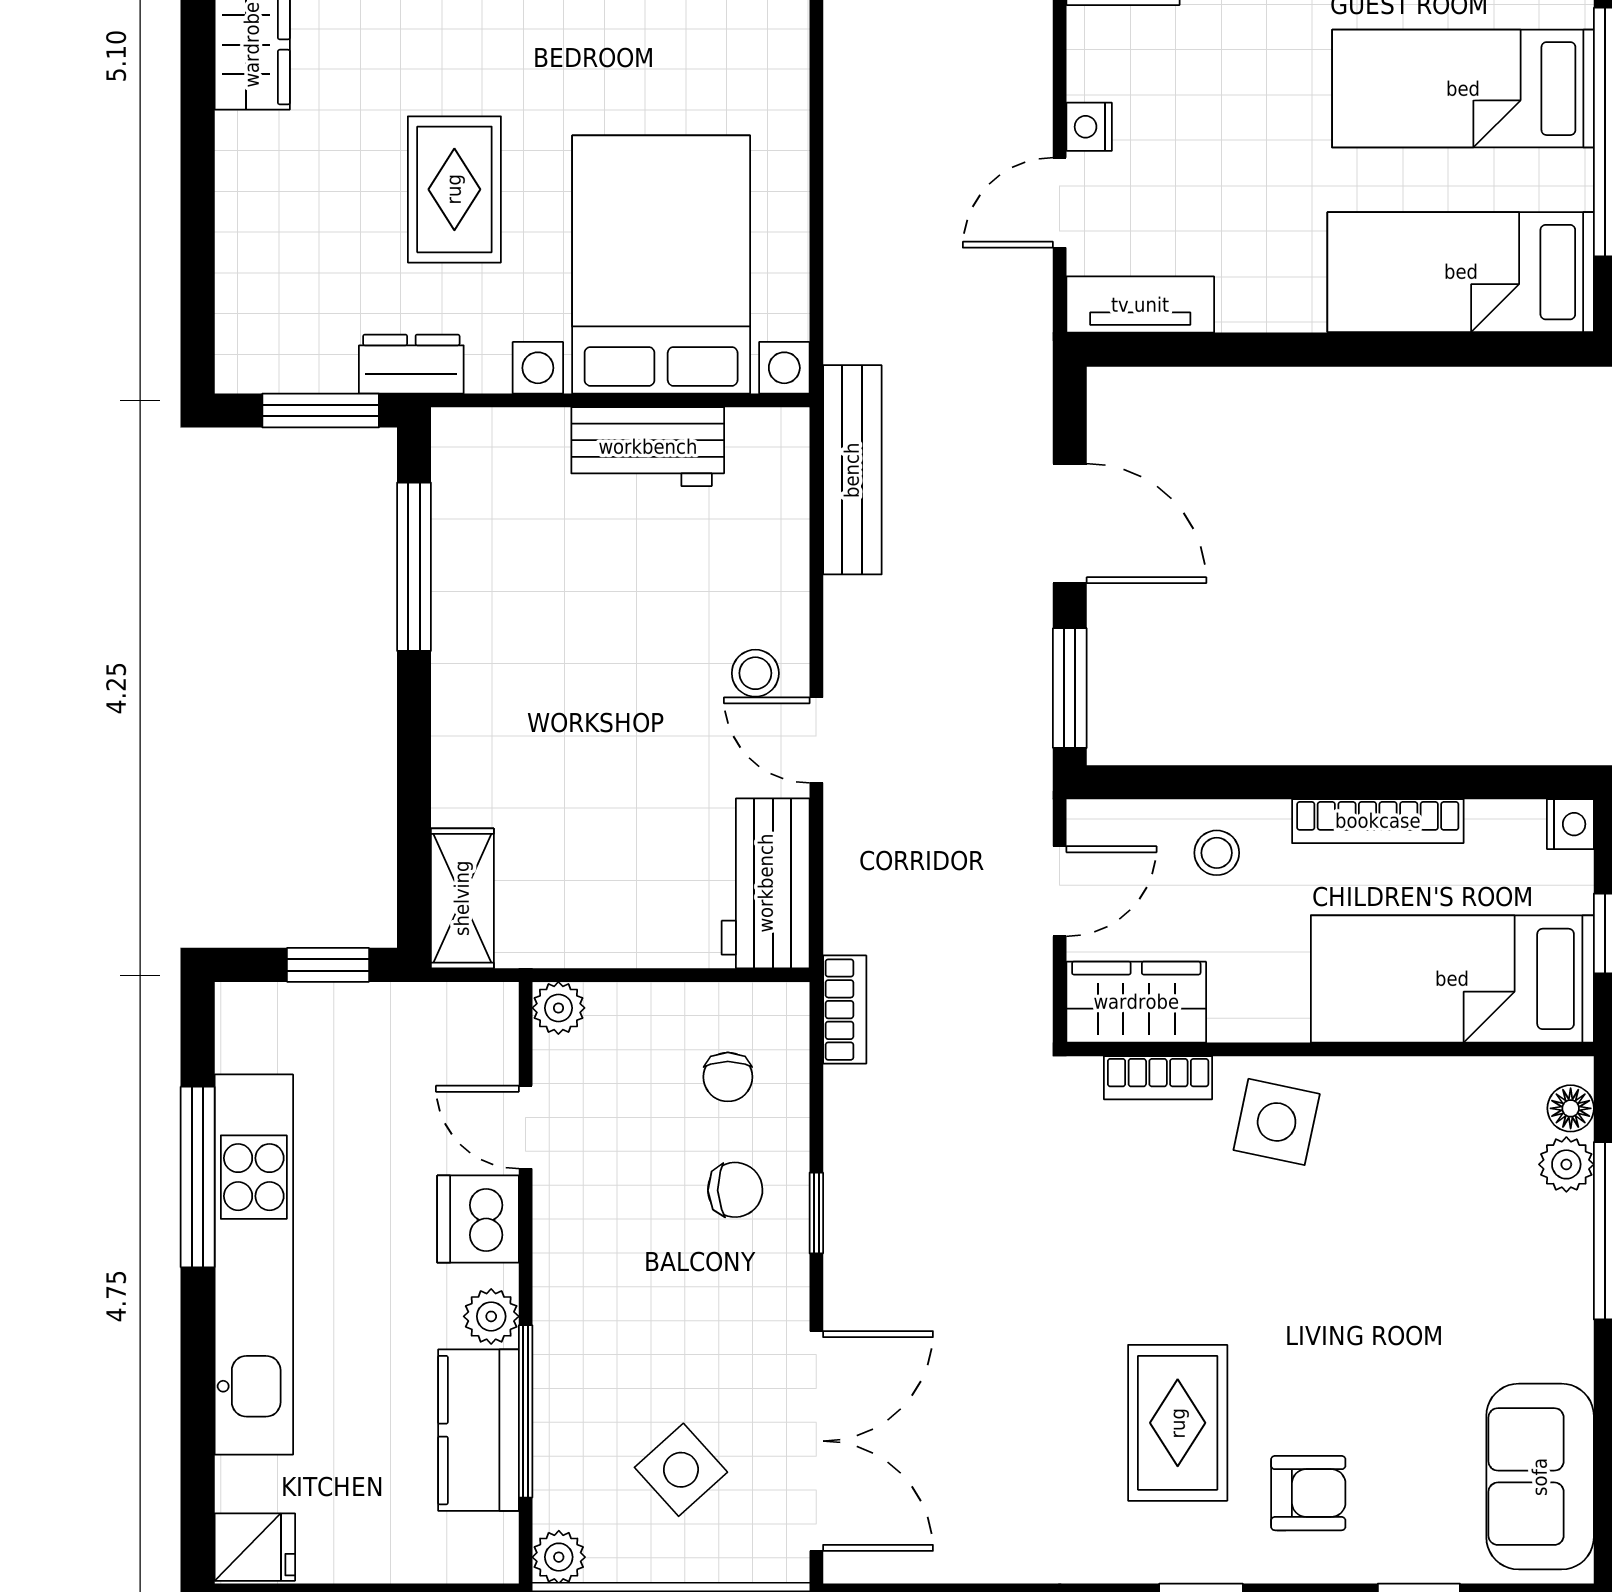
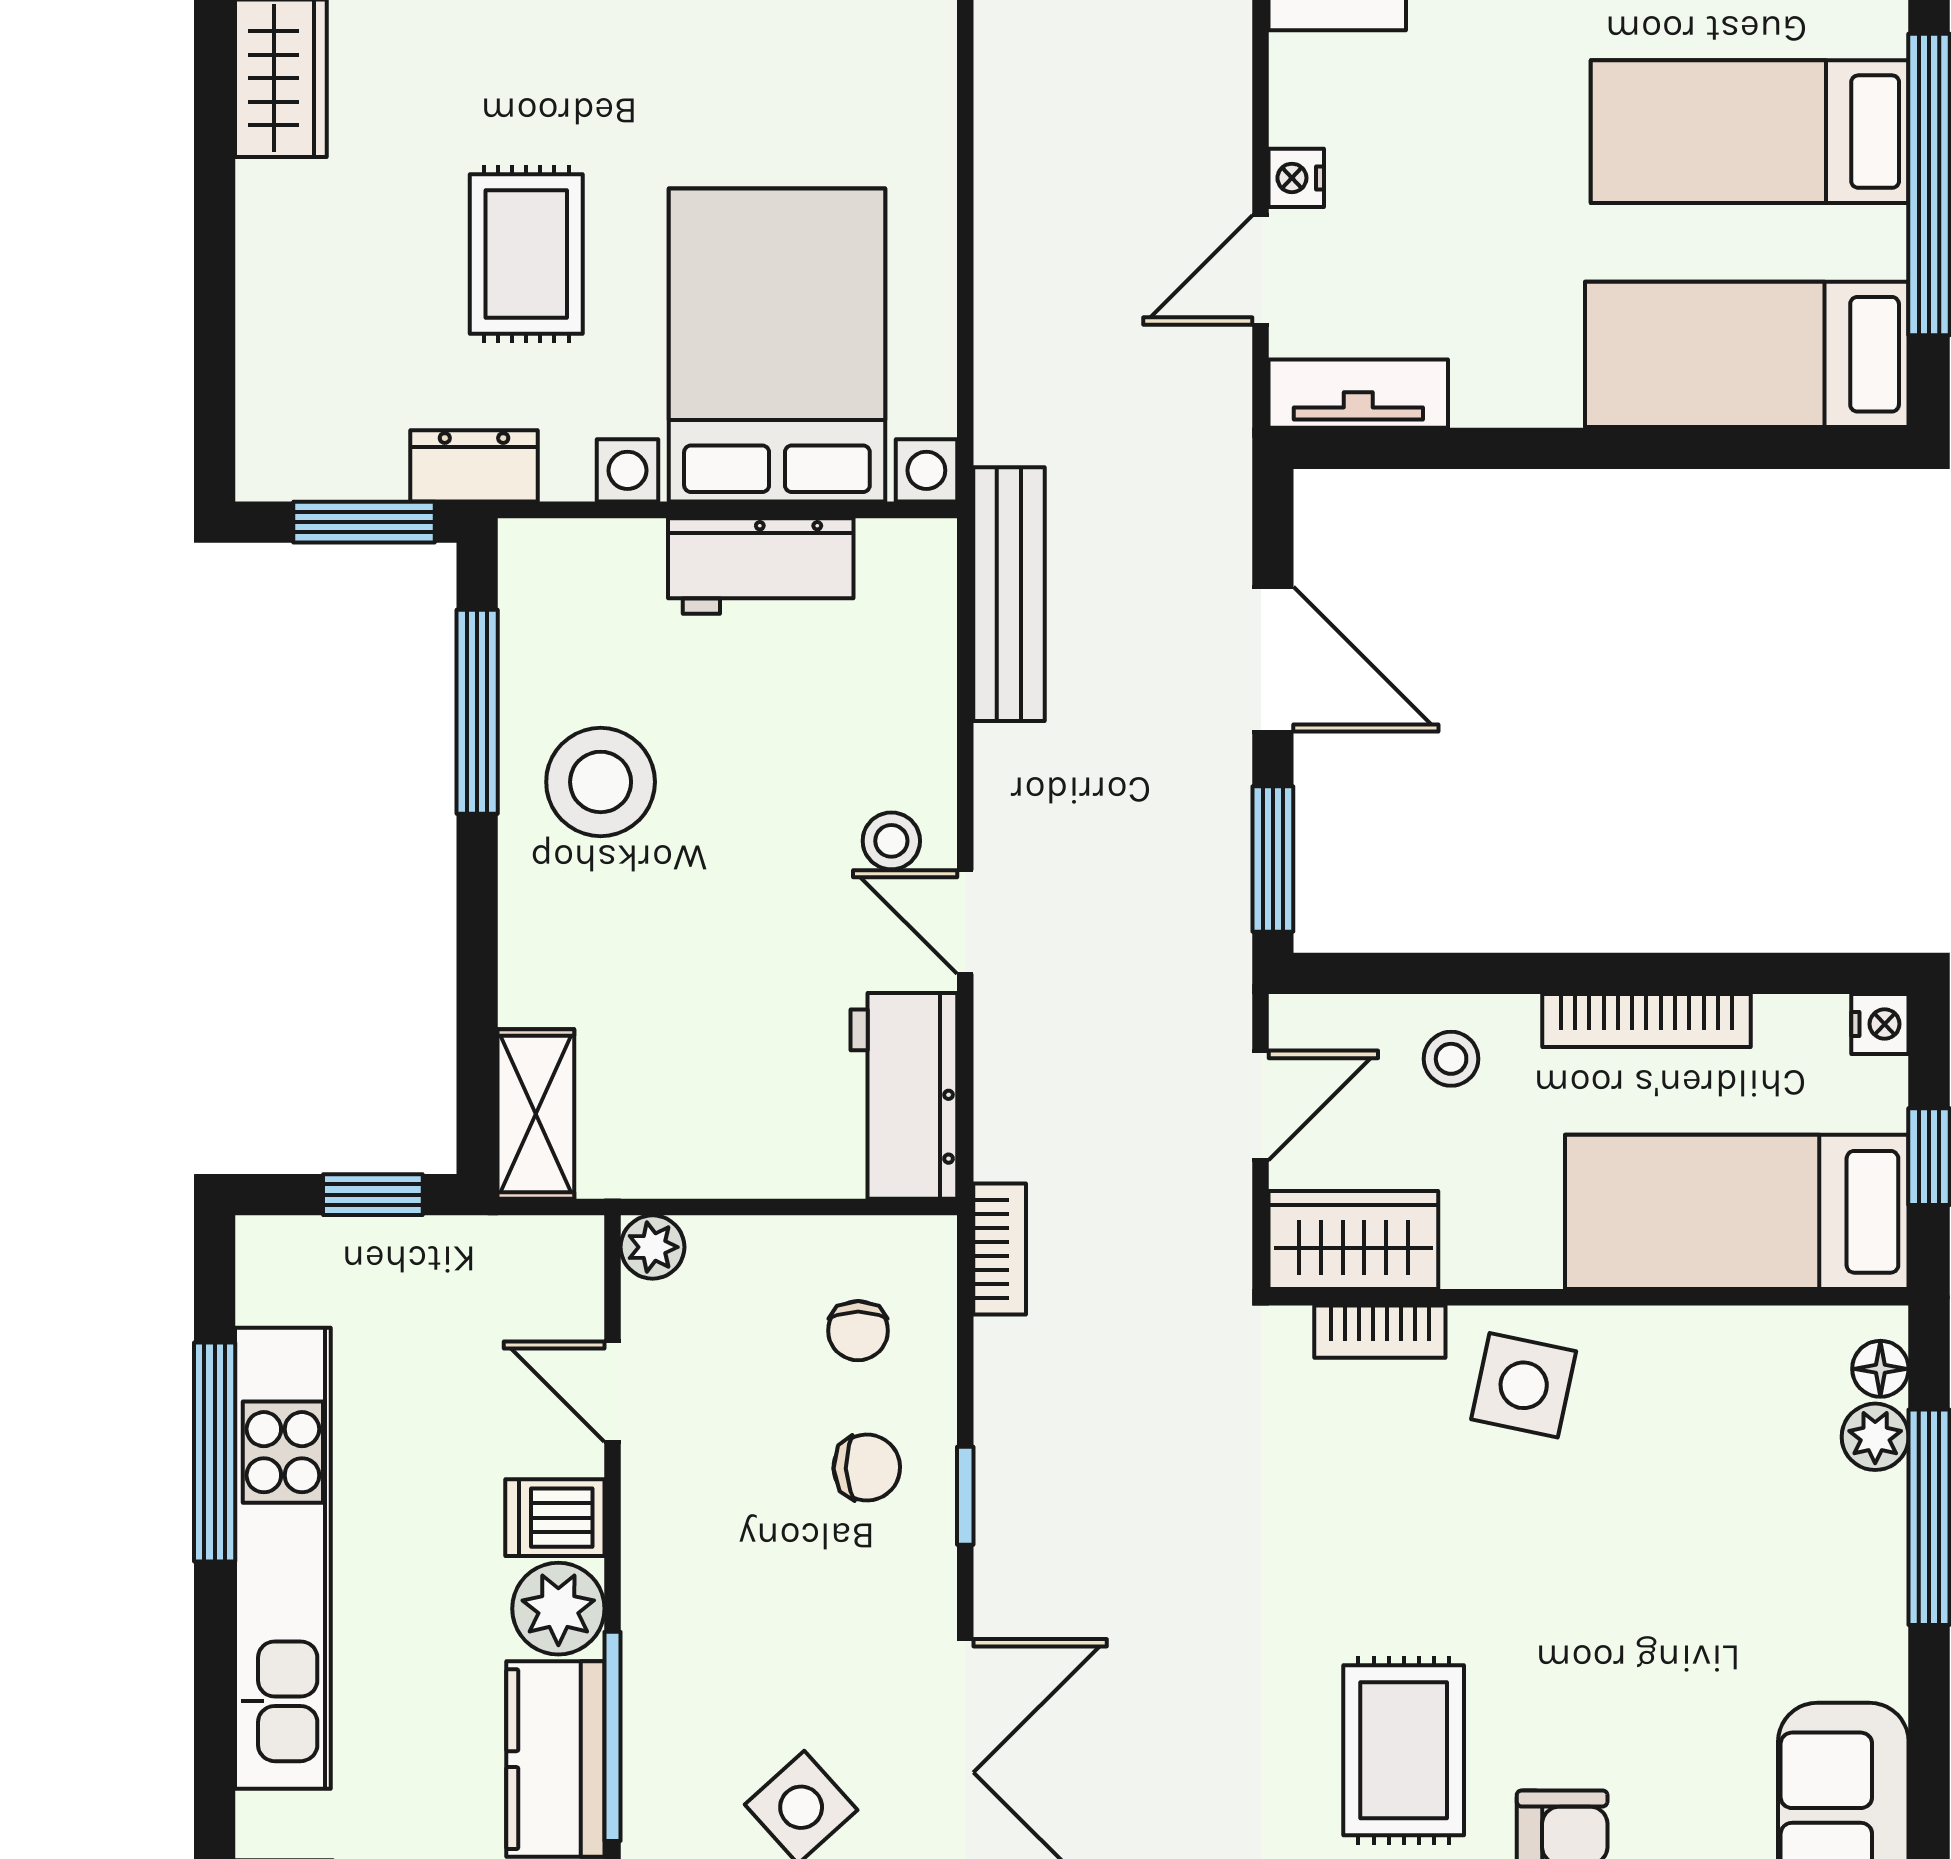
stool: (516, 625) -> (601, 782), added
dishwasher: (478, 1219) -> (555, 1518), width x0.73
plant: (491, 1316) -> (558, 1609), width x1.38, depth x1.38

